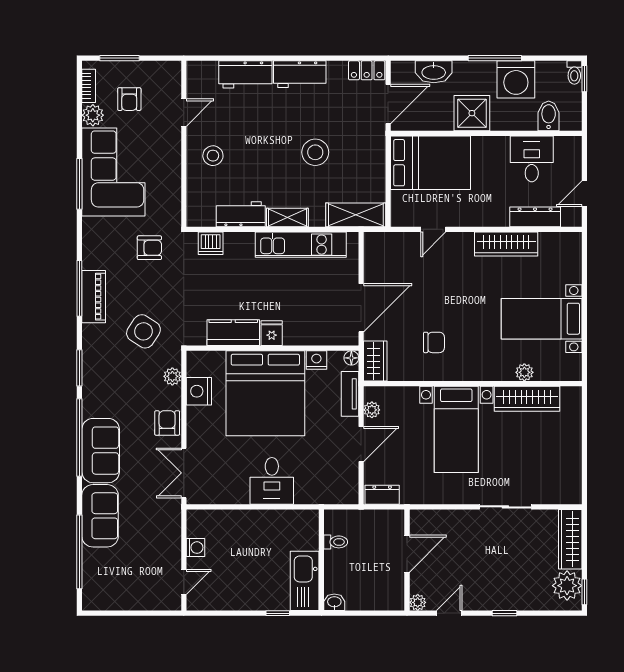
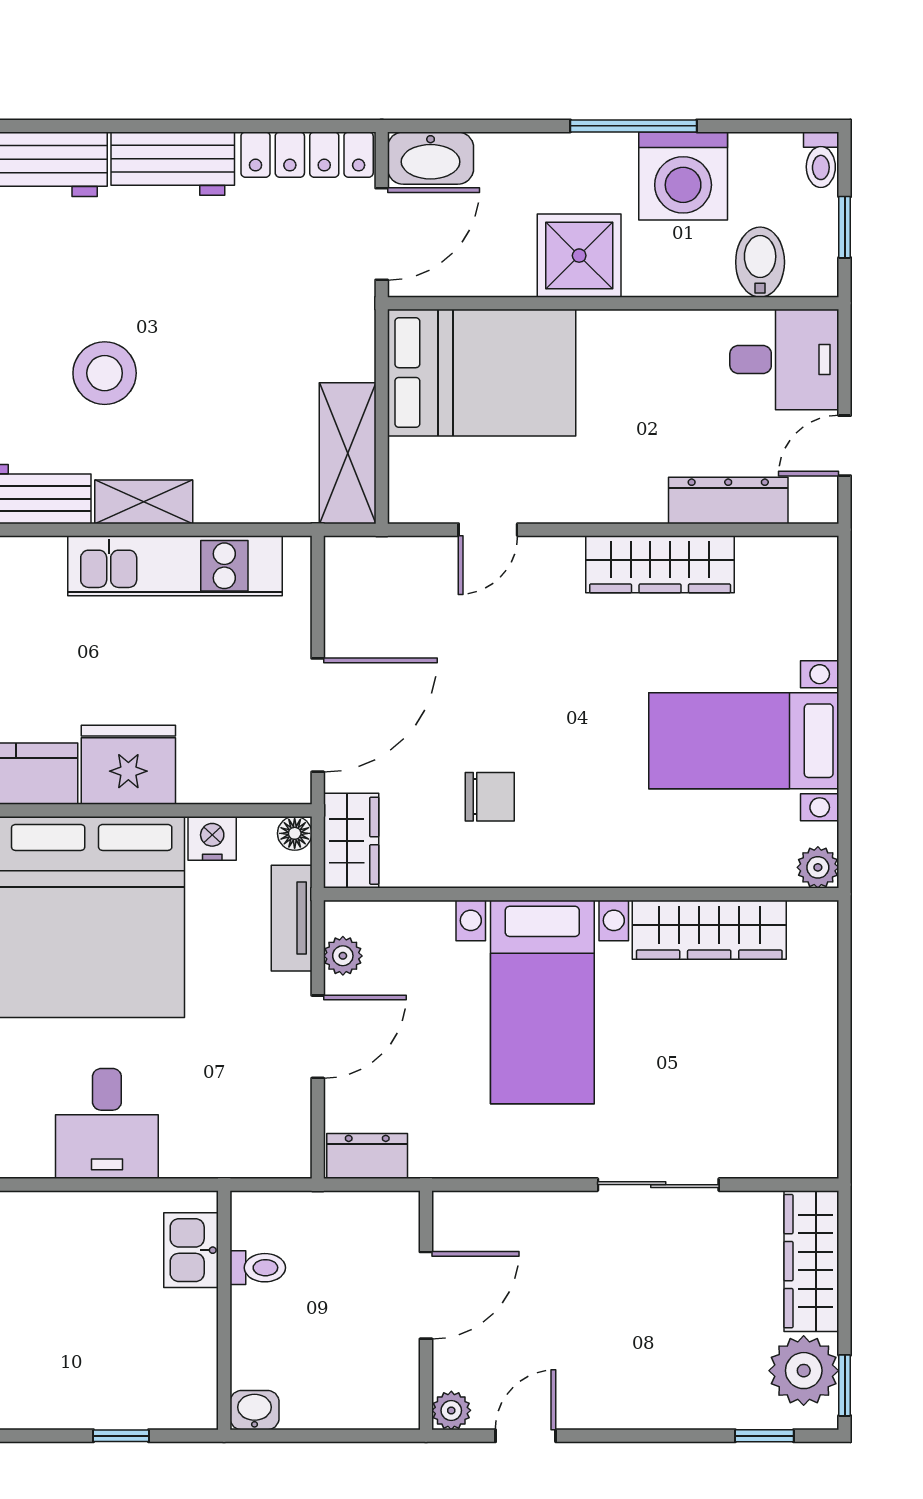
locker: (367, 70) -> (307, 155), width x1.53
washbasin: (434, 72) -> (431, 158), moved
window: (584, 79) -> (845, 227), moved
stool: (315, 152) -> (105, 373), moved
desk: (532, 159) -> (784, 359), moved, turned 90
shelving: (356, 215) -> (348, 453), moved, turned 90
fridge: (272, 333) -> (128, 765), width x1.88, depth x1.34
plant: (524, 372) -> (818, 867), moved
kitchen sink: (305, 581) -> (191, 1250), moved, width x0.53, depth x0.81
window: (504, 613) -> (764, 1436), moved

